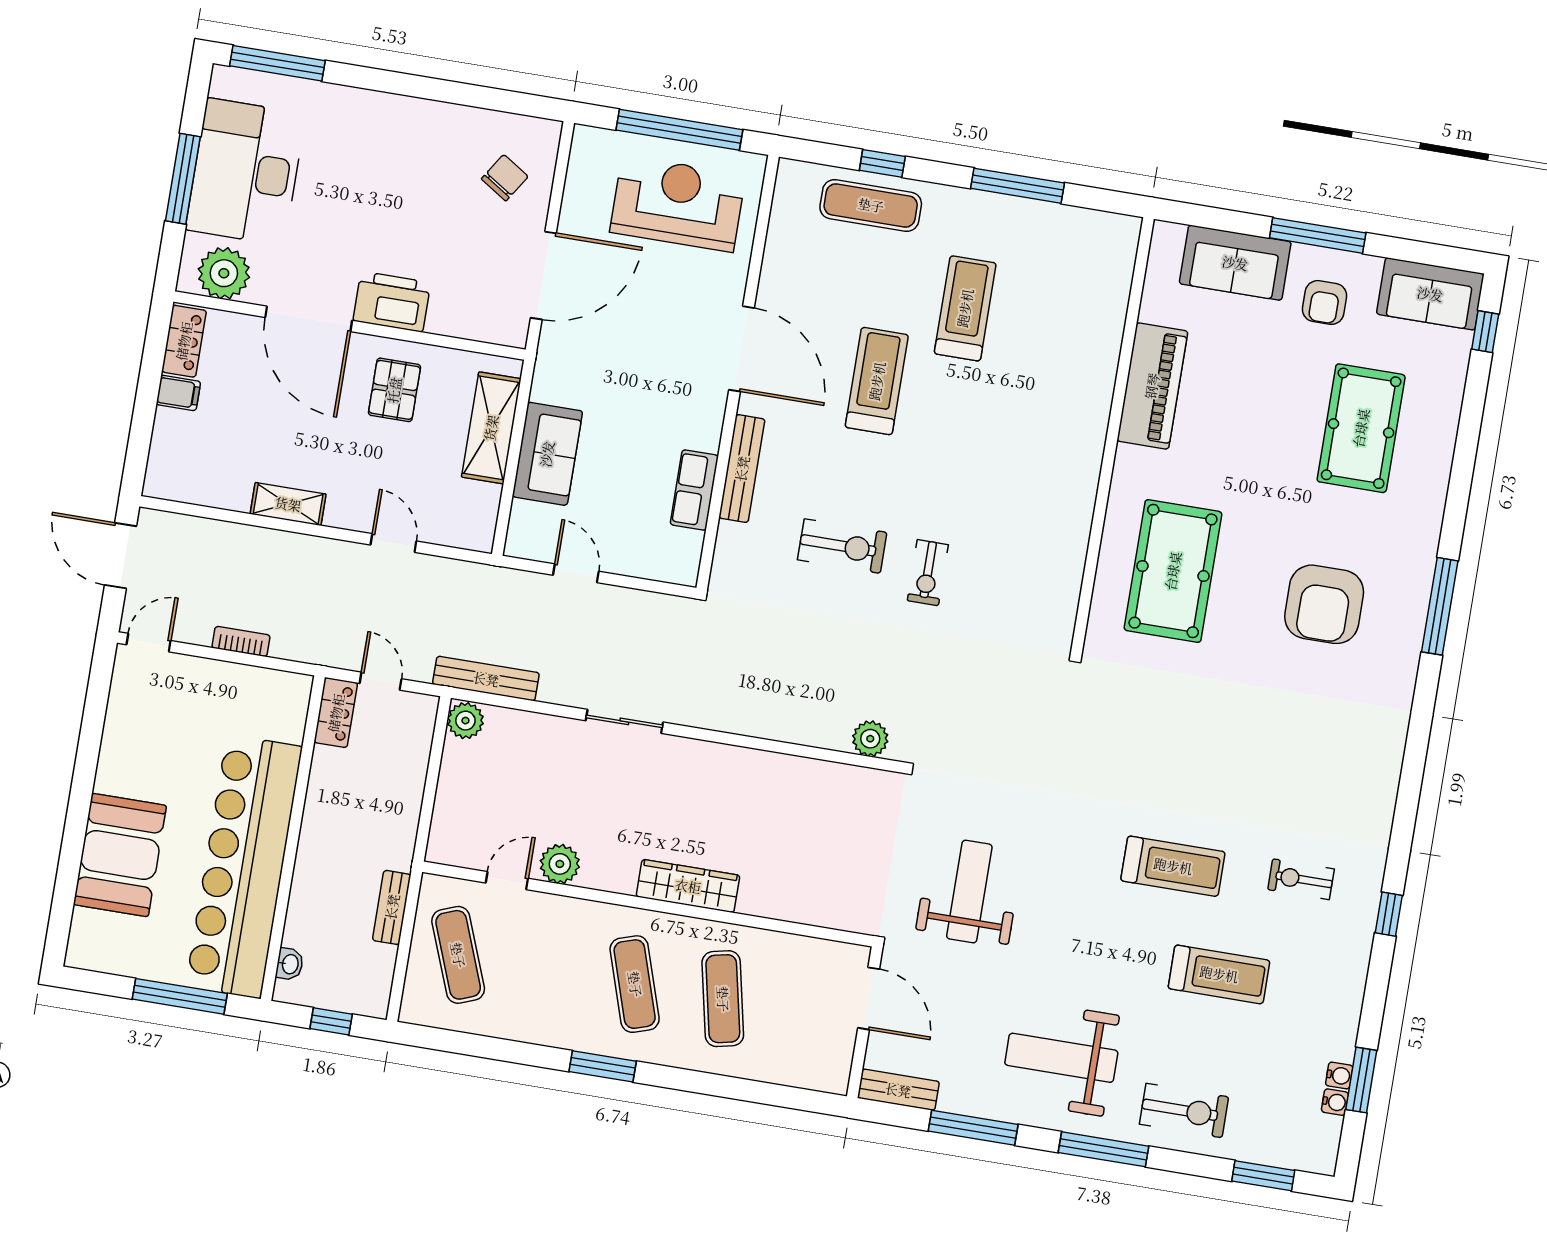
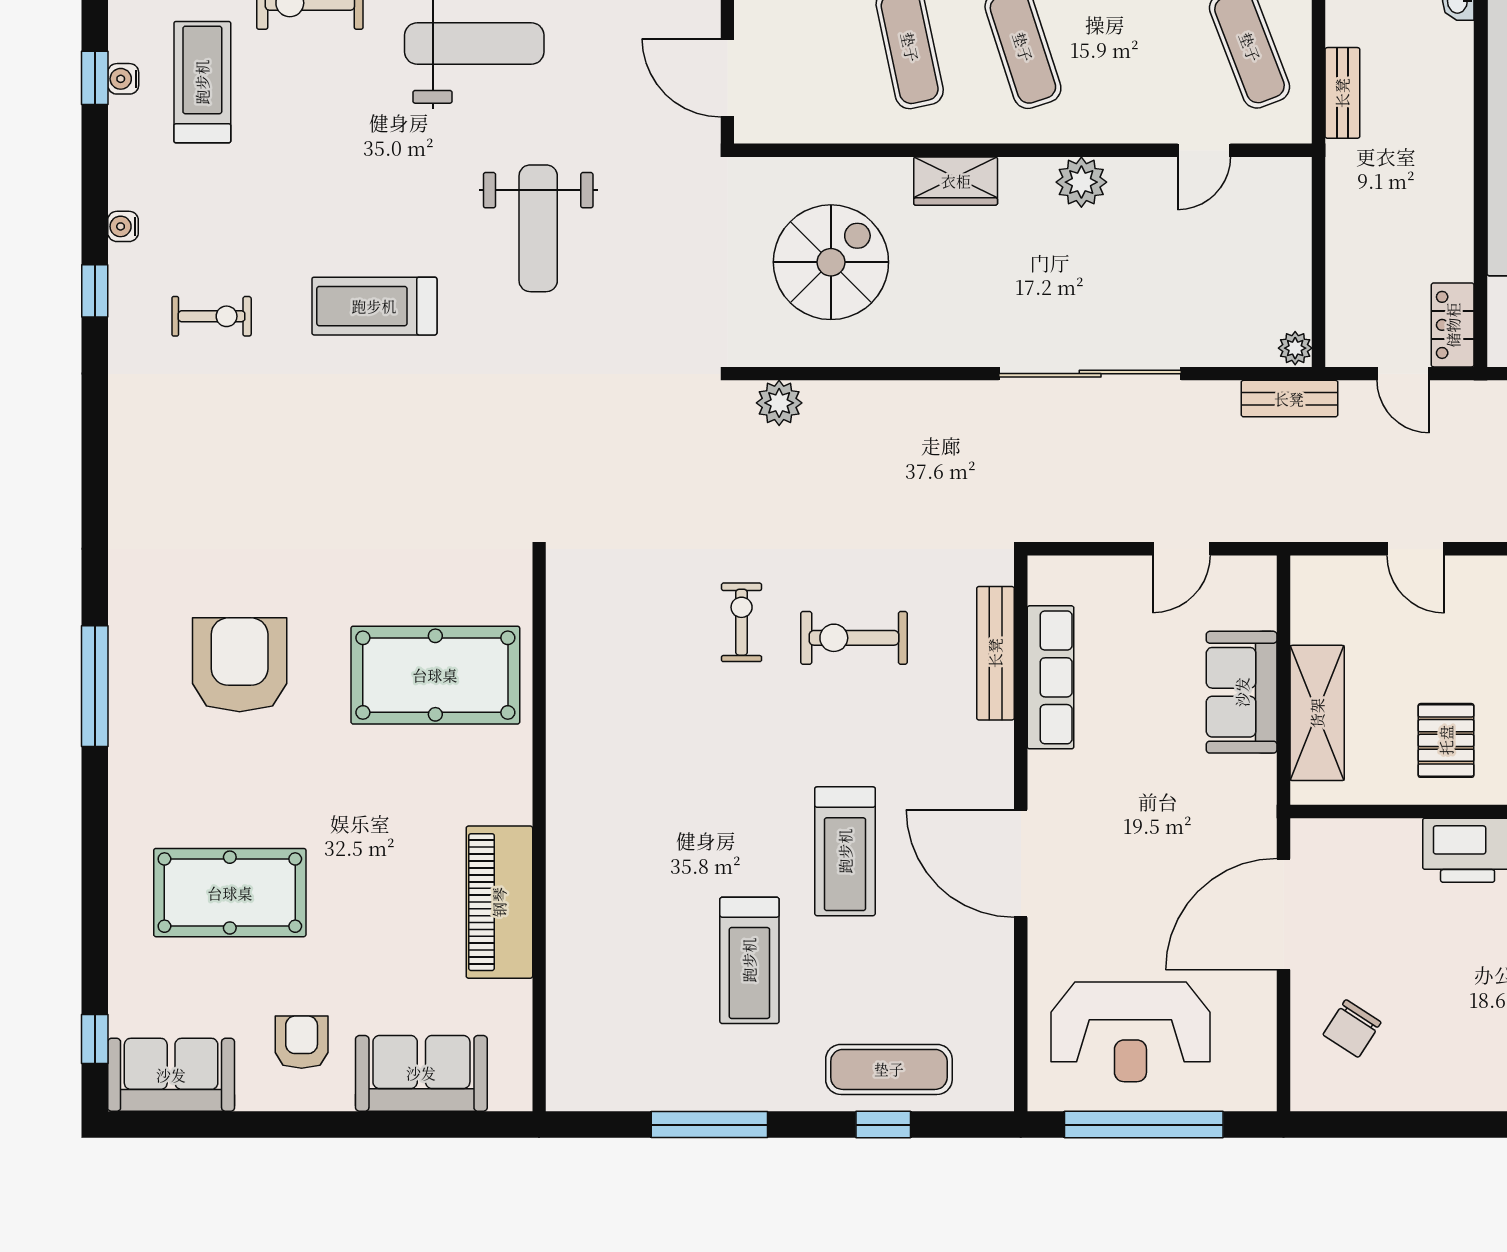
window: (1318, 235) -> (324, 1125), removed
pool table: (1361, 428) -> (230, 893), turned 90
bench: (742, 469) -> (995, 653), moved
row of seats: (694, 490) -> (1050, 677), width x1.48
pool table: (1173, 571) -> (435, 675), turned 90
door: (576, 573) -> (1181, 549), hinge flipped
bench: (486, 679) -> (1289, 399), width x0.73
plant: (465, 721) -> (1295, 348), width x0.73, depth x0.73
sliding door: (624, 721) -> (1090, 374), width x1.86
spiral stairs: (812, 842) -> (831, 262), added
plant: (560, 864) -> (1081, 182), moved
wardrobe: (688, 886) -> (956, 181), width x0.67
weight bench: (969, 892) -> (538, 228), moved
treadmill: (1219, 974) -> (202, 82), moved, turned 90
window: (1361, 1080) -> (95, 78), width x0.67
water cooler: (1335, 1102) -> (123, 226), moved

